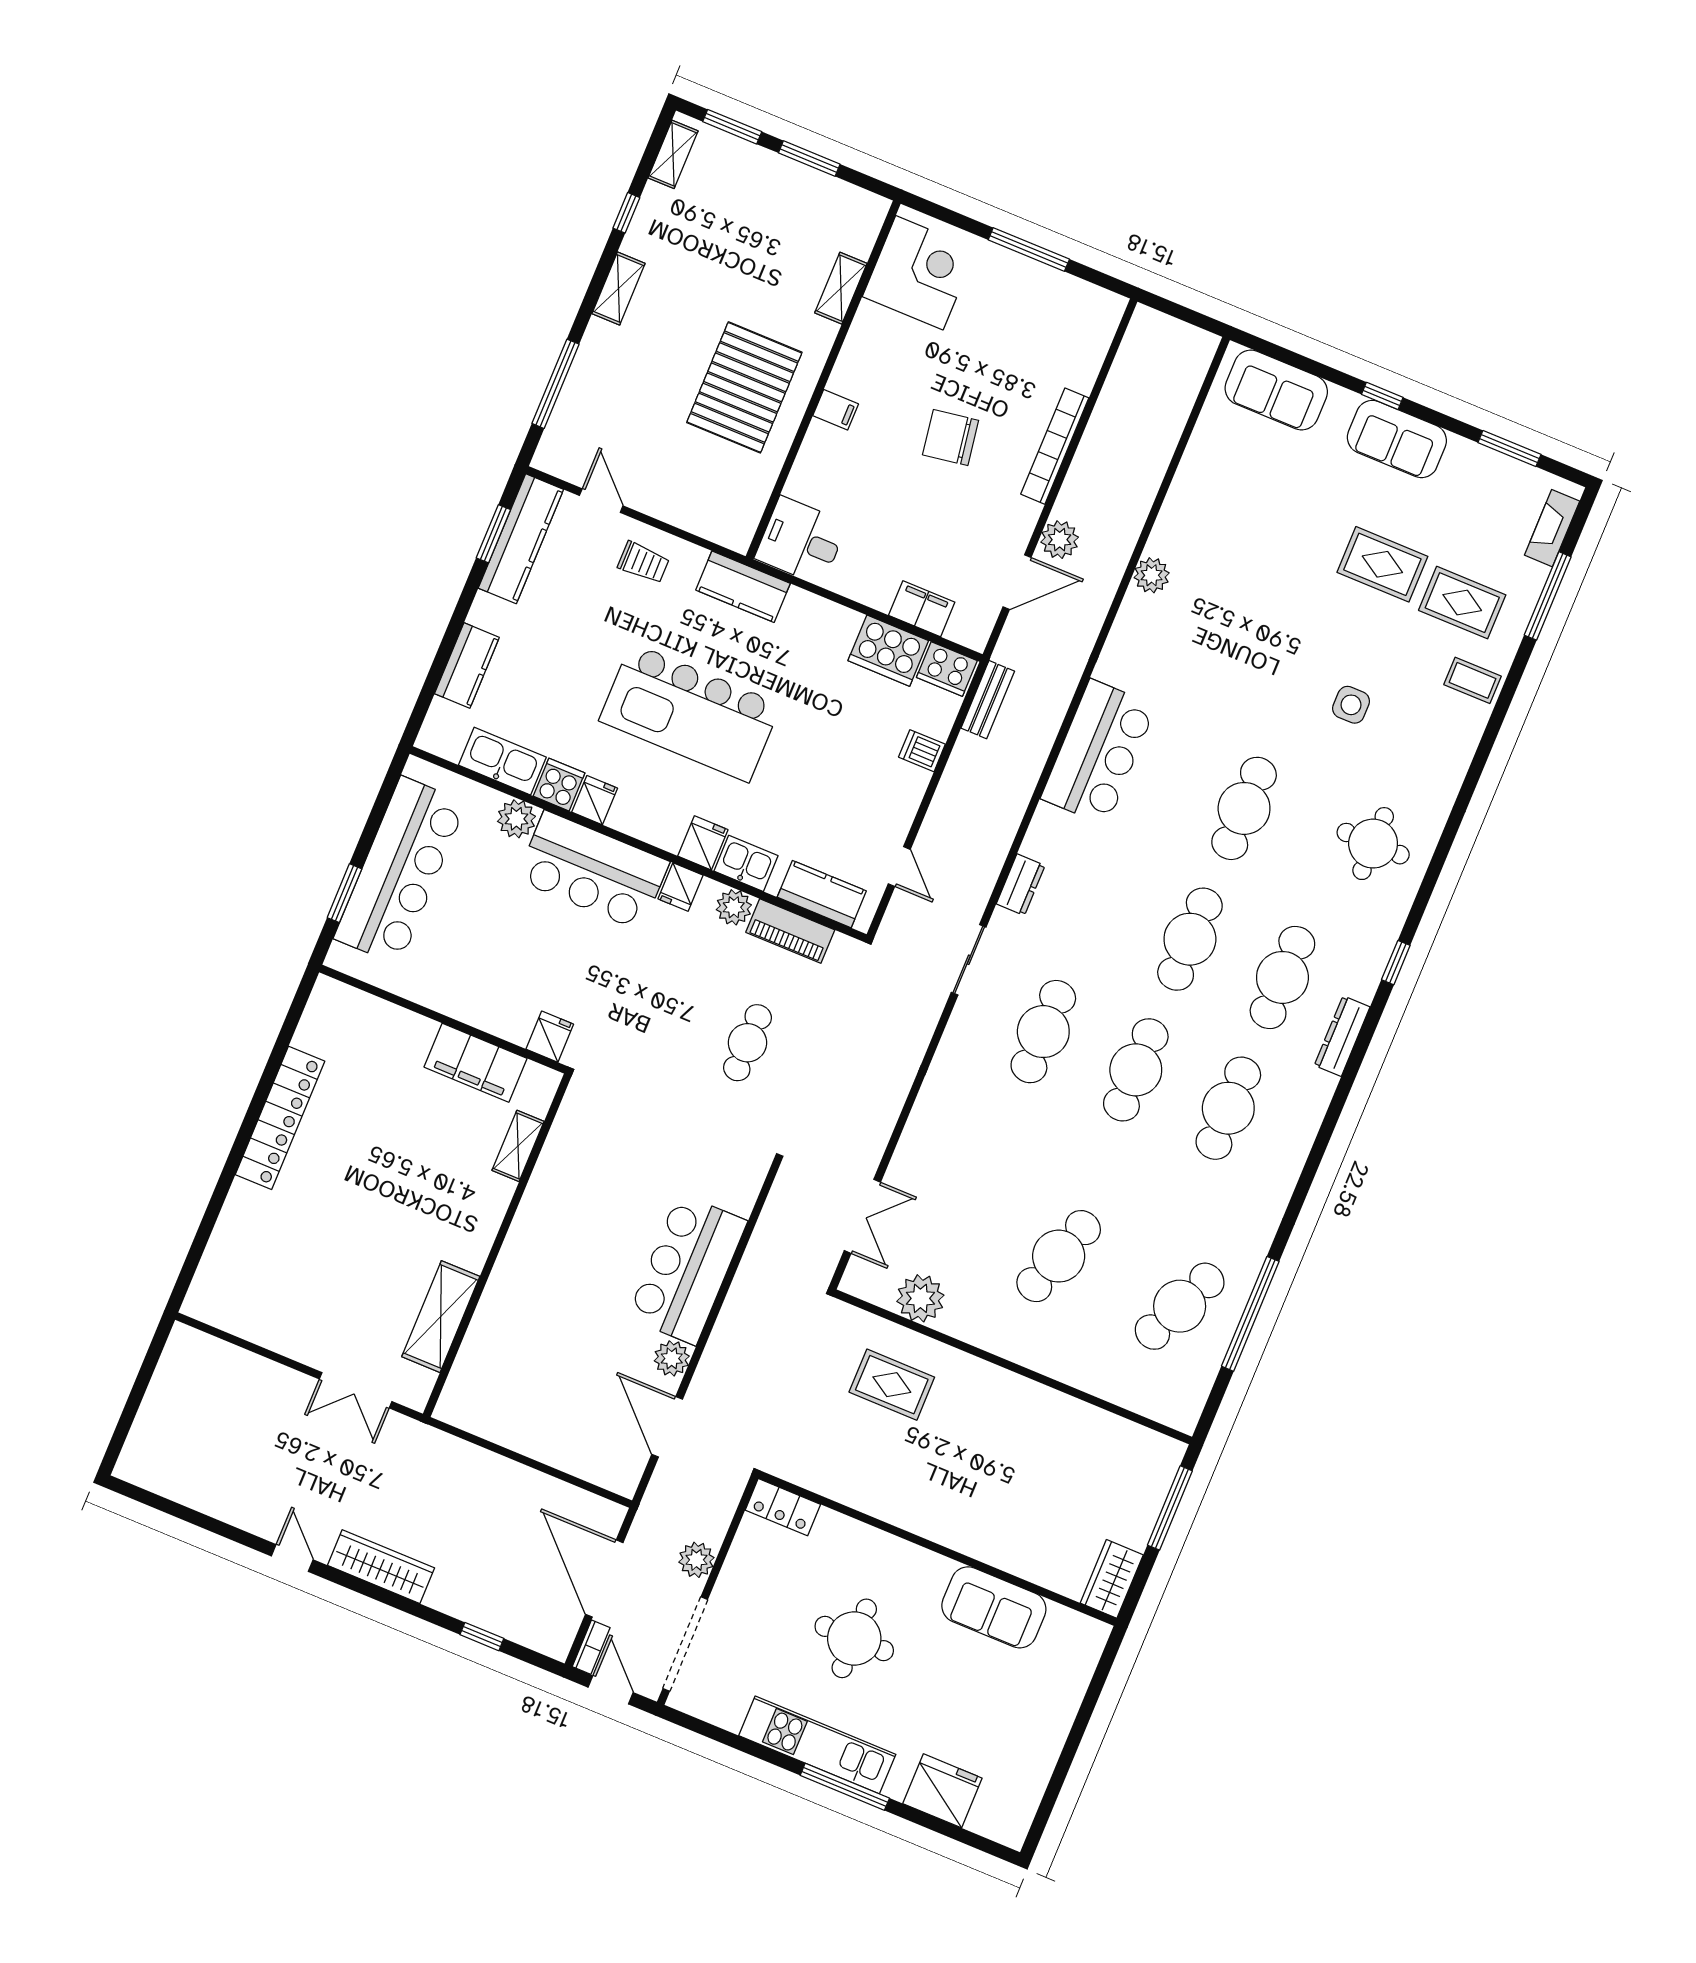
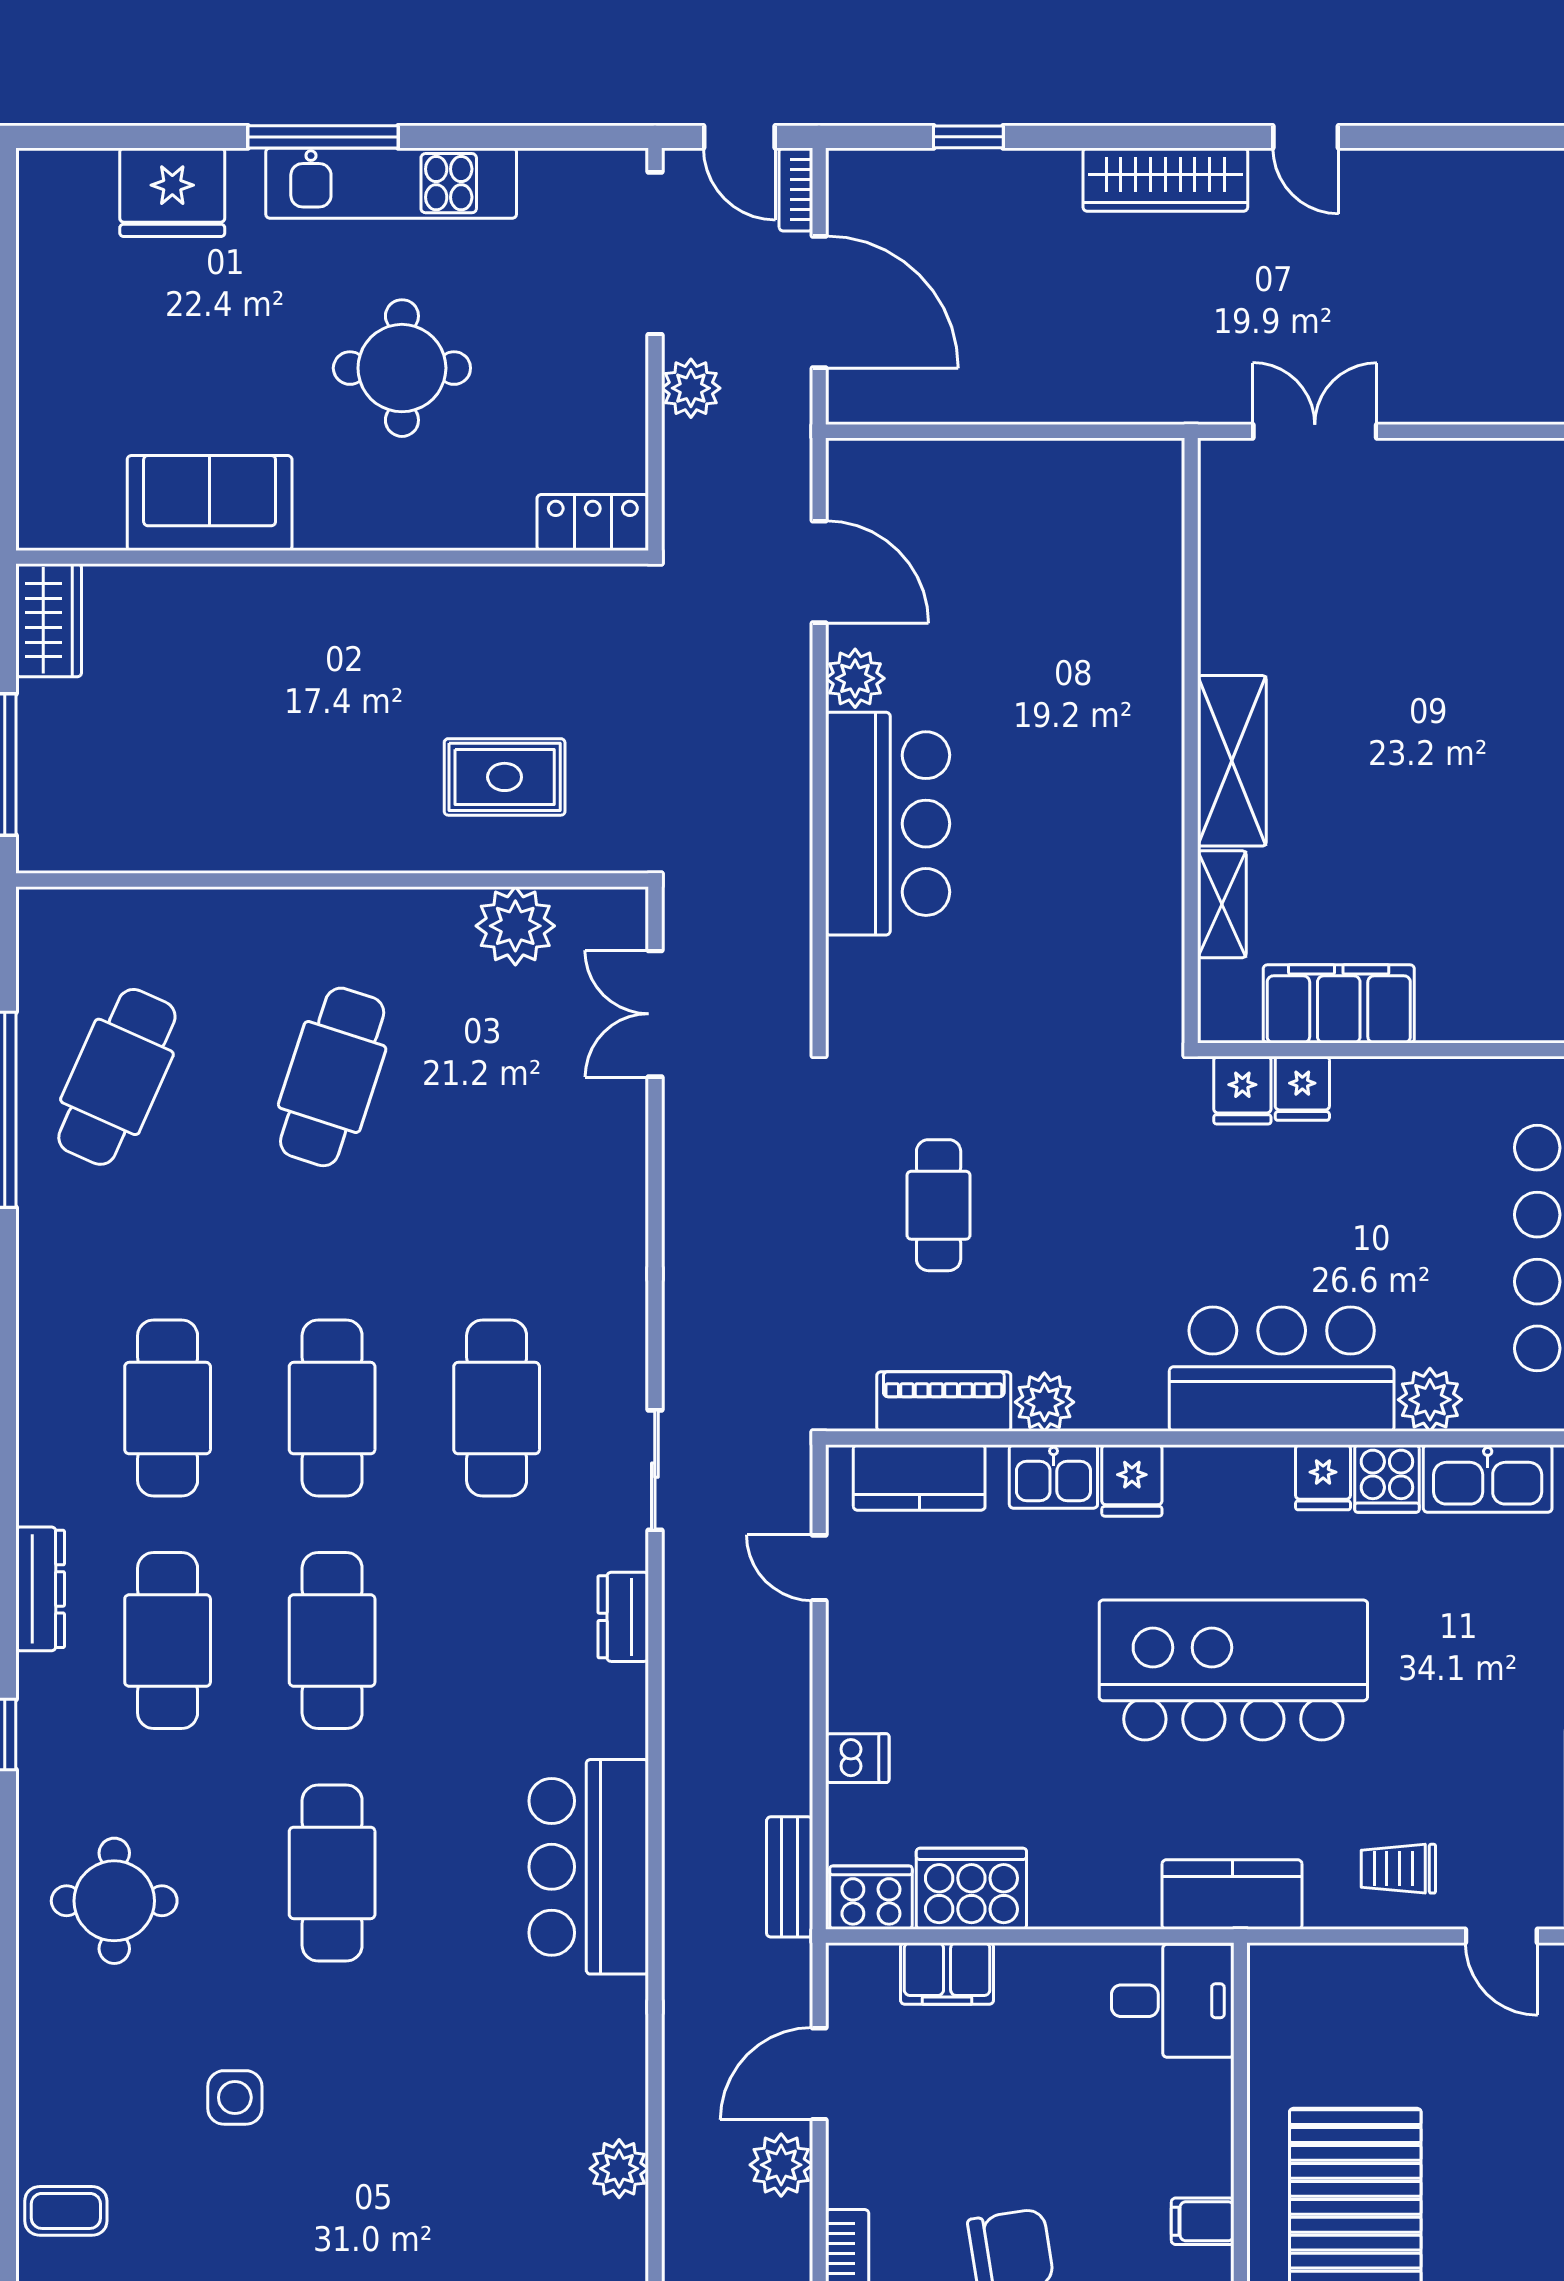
fridge: (680, 887) -> (1302, 1088), moved, turned 180
shelving: (441, 1317) -> (1232, 761), moved

